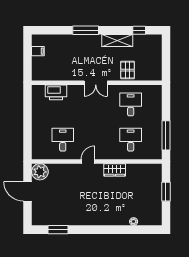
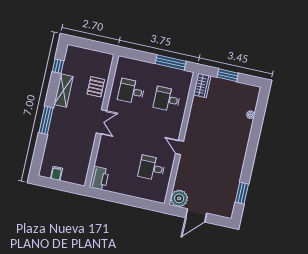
pallet: (128, 70) -> (96, 87), turned 90
printer: (56, 92) -> (99, 178), moved
wardrobe: (115, 170) -> (202, 85), moved

